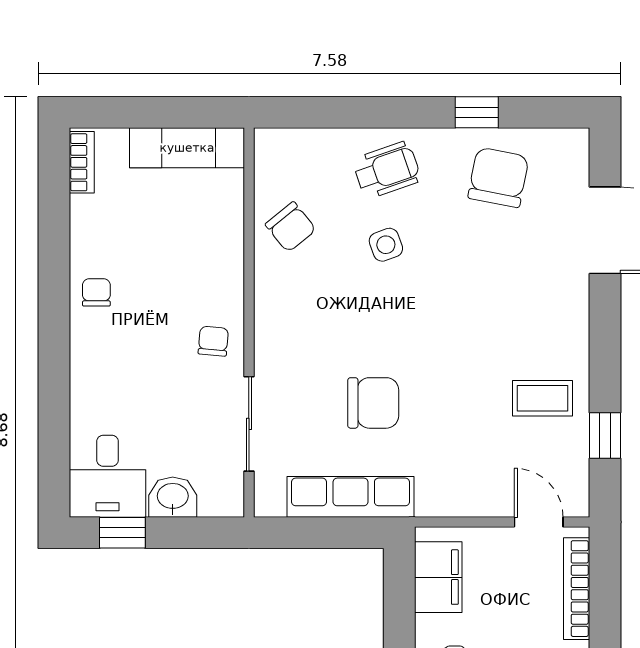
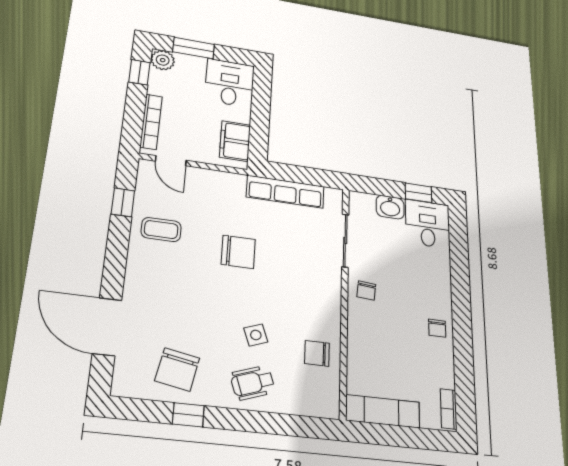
chair: (291, 227) -> (317, 353), turned -51
chair: (373, 403) -> (238, 252), moved, turned 180

